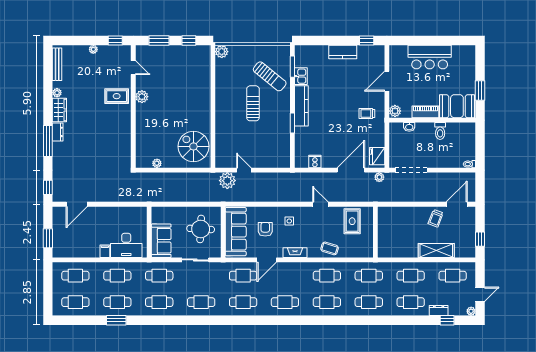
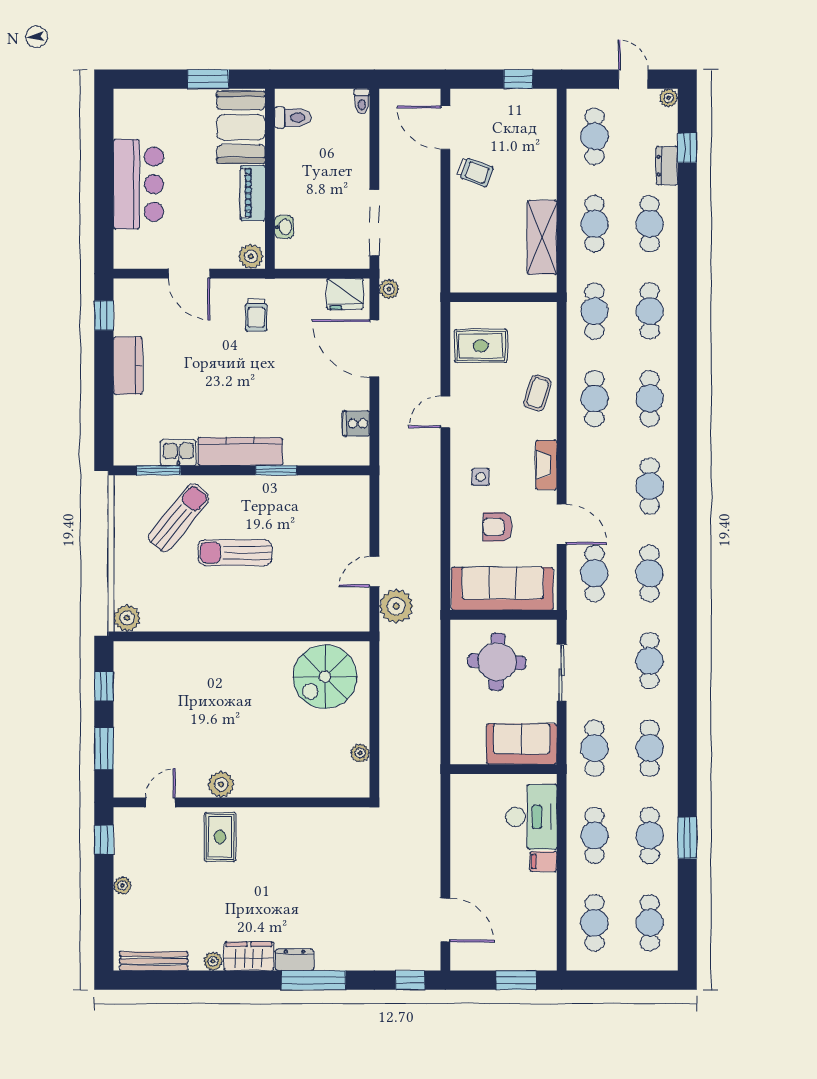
toilet: (440, 131) -> (293, 118), moved
shelving: (436, 251) -> (542, 237), moved

